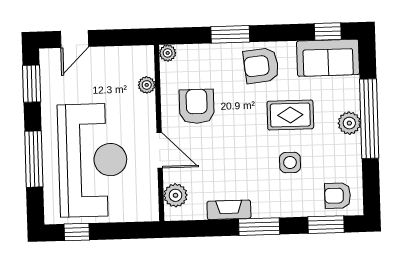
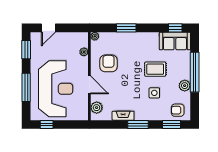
armchair: (261, 66) -> (141, 44), removed
plant: (349, 123) -> (185, 86), moved

